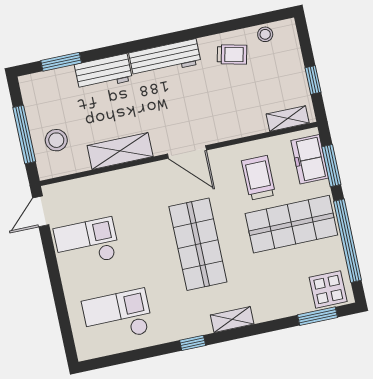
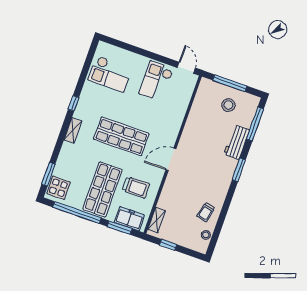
window: (142, 45) -> (239, 170), added
workbench: (165, 58) -> (225, 177), removed
window: (61, 62) -> (255, 124), width x1.44
stool: (56, 140) -> (228, 105), moved
shelving: (120, 151) -> (192, 126), removed
checkout: (87, 243) -> (156, 81), turned 180
checkout: (117, 316) -> (110, 74), turned 90

